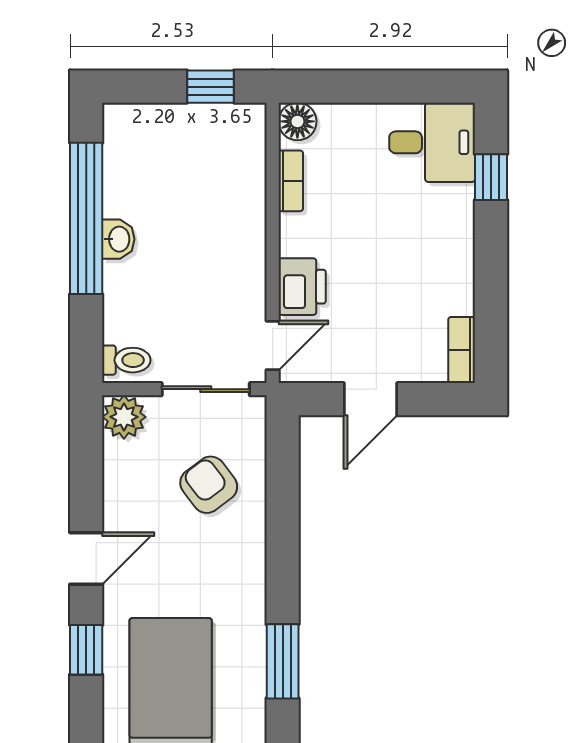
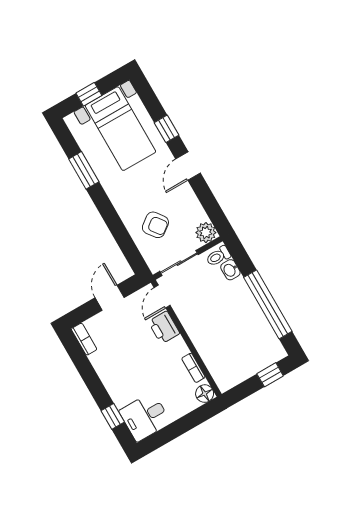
window: (211, 87) -> (270, 375), moved
washbasin: (118, 239) -> (230, 270), moved

